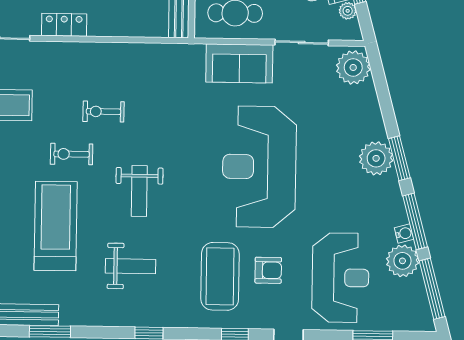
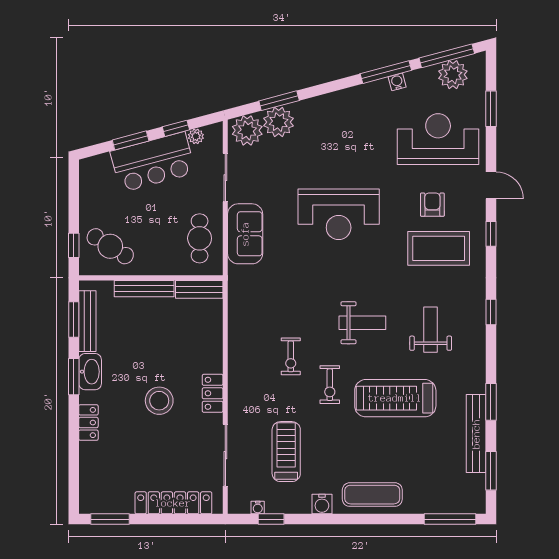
plant: (376, 158) -> (279, 122), moved
window: (399, 158) -> (279, 101), moved
reception desk: (259, 167) -> (339, 214), width x0.74, depth x0.77
plant: (402, 261) -> (453, 75), moved

